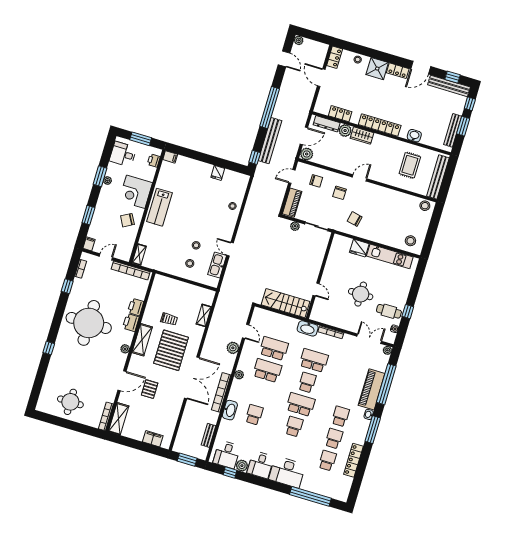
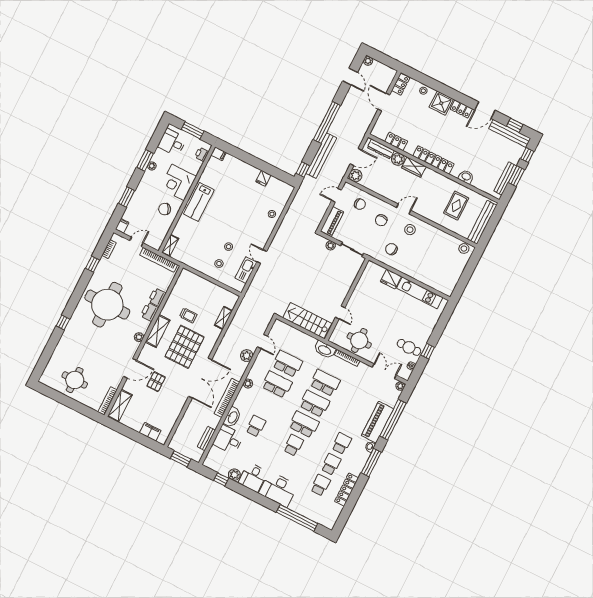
stool: (410, 241) -> (410, 230), moved
round table: (361, 294) -> (359, 340), moved
school desk: (307, 382) -> (314, 404), width x1.85
desk: (227, 454) -> (228, 440), moved, turned 90

